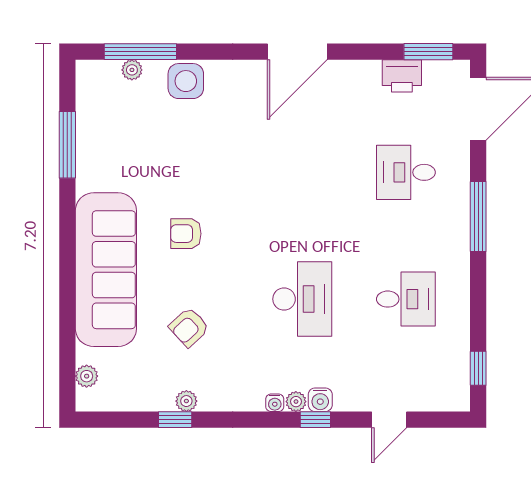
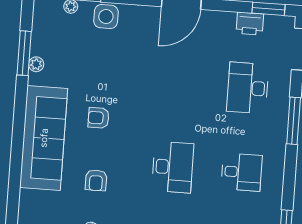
desk: (406, 172) -> (248, 88), width x1.37
armchair: (189, 327) -> (96, 180), turned -47
plant: (87, 376) -> (36, 64), moved

